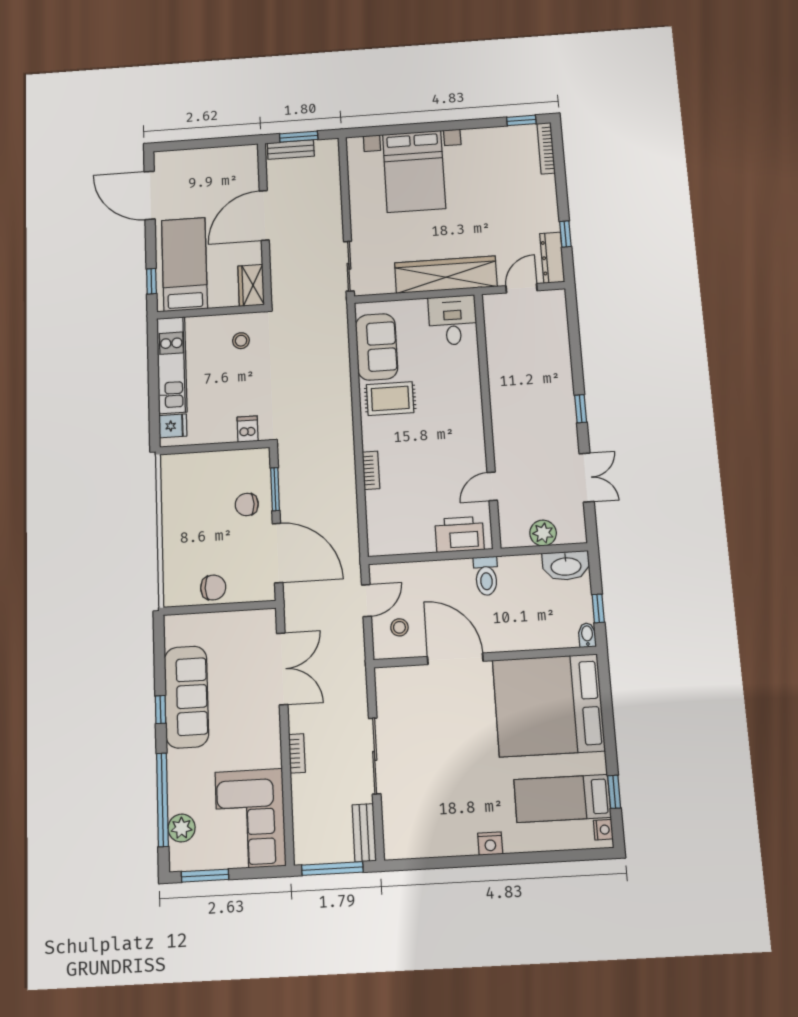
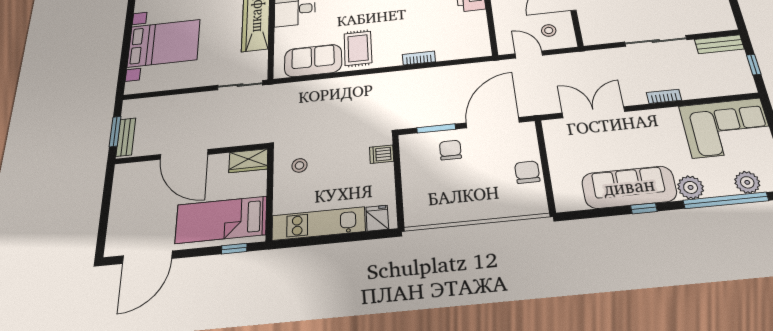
chair: (247, 504) -> (450, 150), turned 180
plant: (181, 764) -> (691, 187), added
window: (332, 869) -> (754, 65), width x0.46

